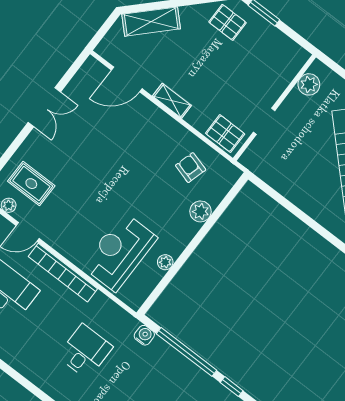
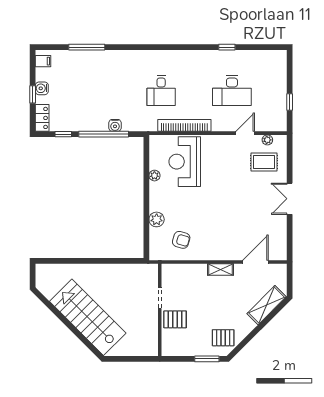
plant: (309, 84) -> (150, 338), removed
double door: (44, 107) -> (290, 199), moved
pallet: (225, 134) -> (175, 319), moved
reception desk: (119, 252) -> (185, 162), turned 180
bookcase: (63, 273) -> (184, 125), moved
water cooler: (144, 335) -> (115, 125), moved

